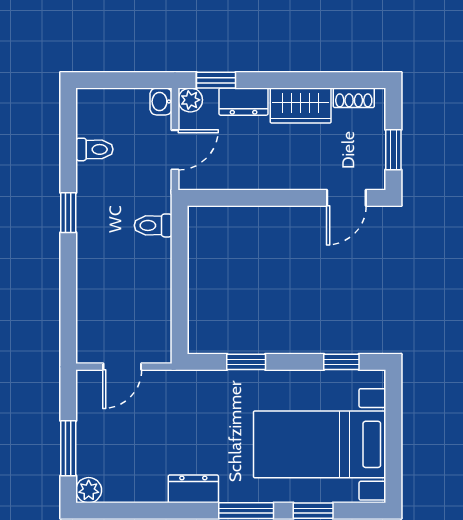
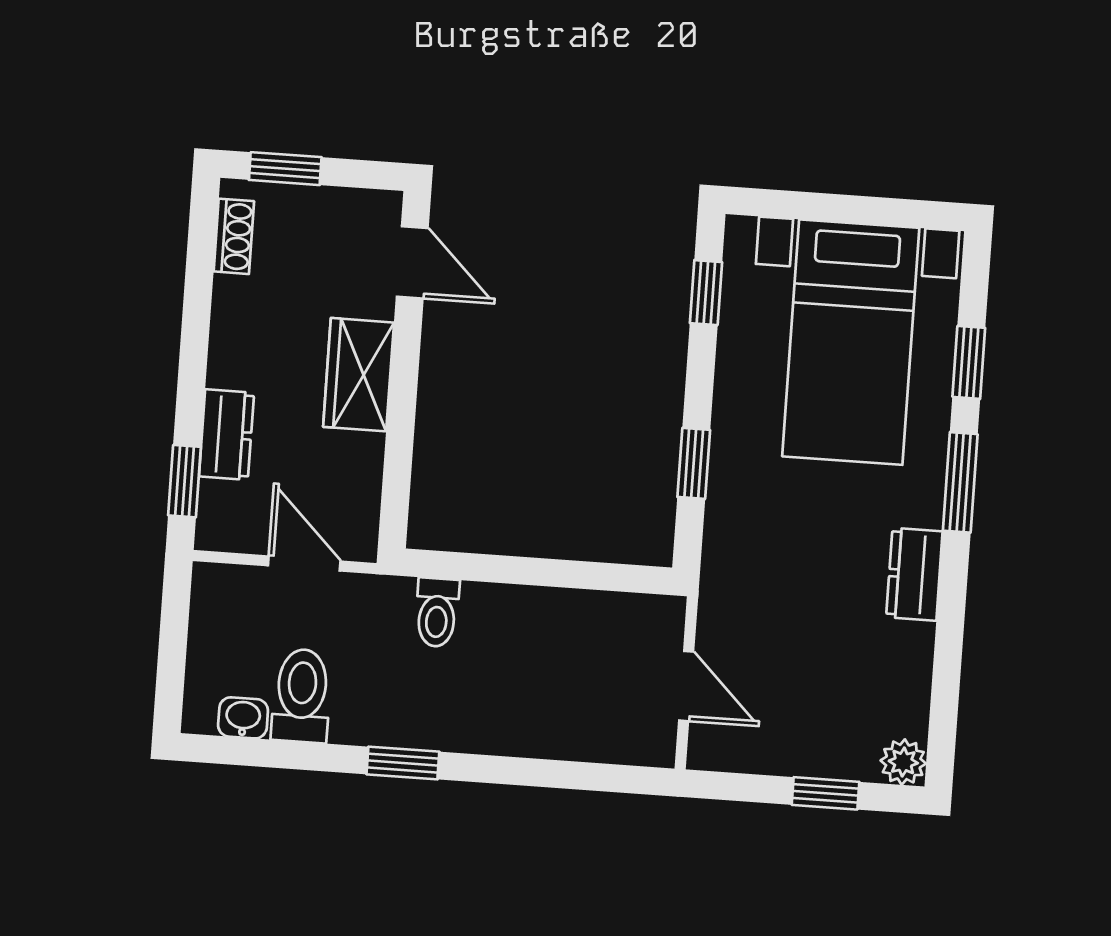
plant: (190, 100) -> (217, 530), removed
washbasin: (161, 101) -> (243, 718), moved, turned 180
wardrobe: (301, 106) -> (359, 375), moved, turned 180
toilet: (94, 149) -> (302, 696), width x1.37, depth x1.39
window: (393, 150) -> (285, 169), moved
window: (68, 448) -> (826, 793), width x0.67

